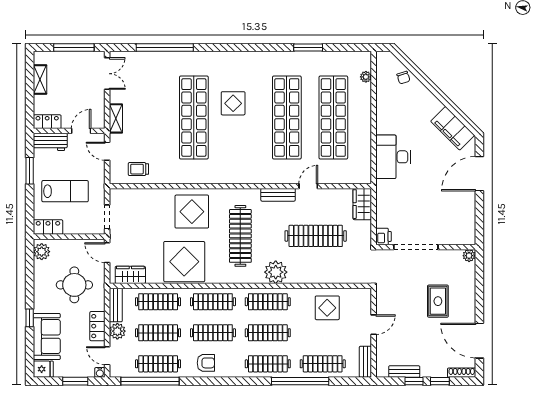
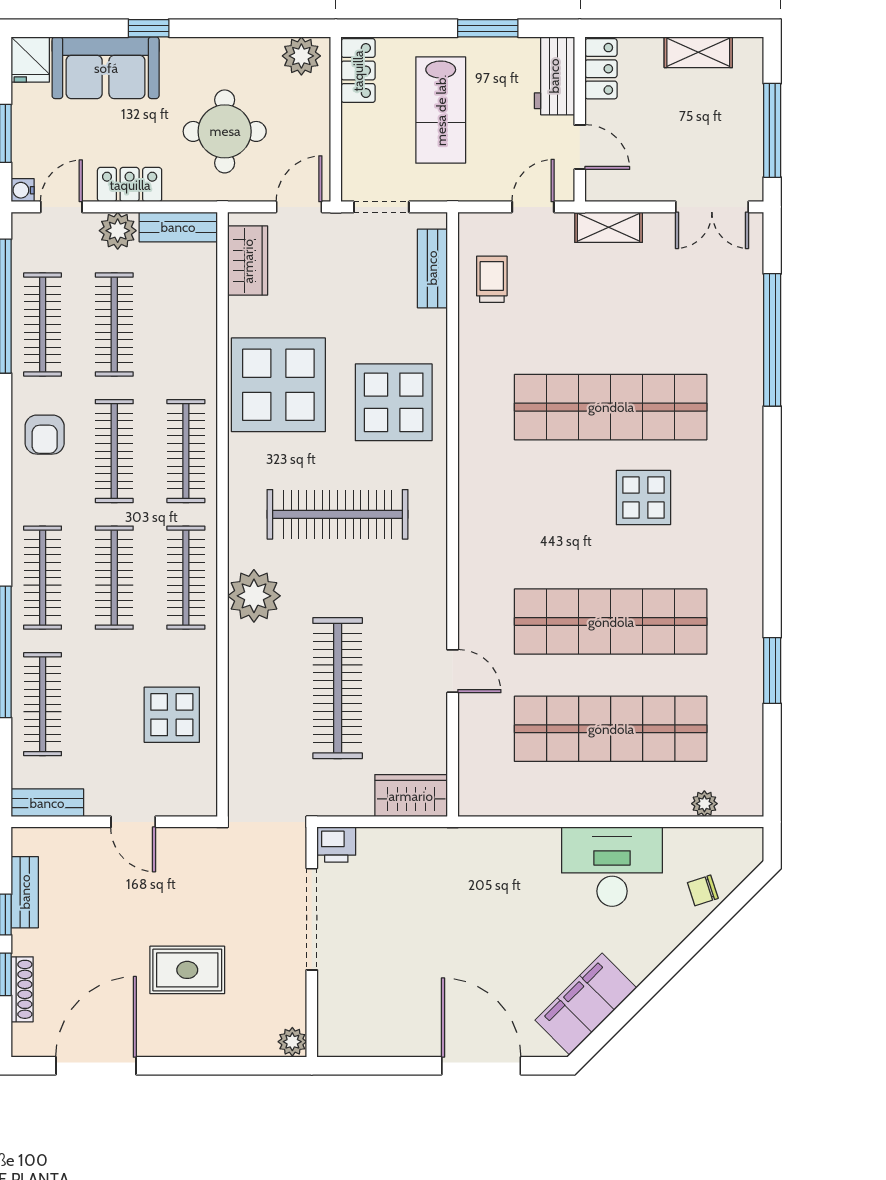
desk: (393, 157) -> (612, 867), moved
bench: (278, 195) -> (432, 268), moved
clothes rail: (158, 302) -> (186, 324), removed
shoe rack: (462, 373) -> (22, 989), moved

